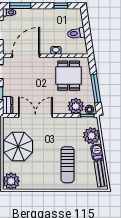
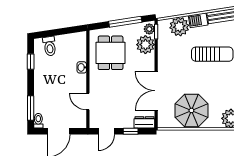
toilet: (76, 33) -> (50, 46), moved
door: (26, 56) -> (88, 102), width x0.53
dining table: (69, 76) -> (111, 53), turned 90

